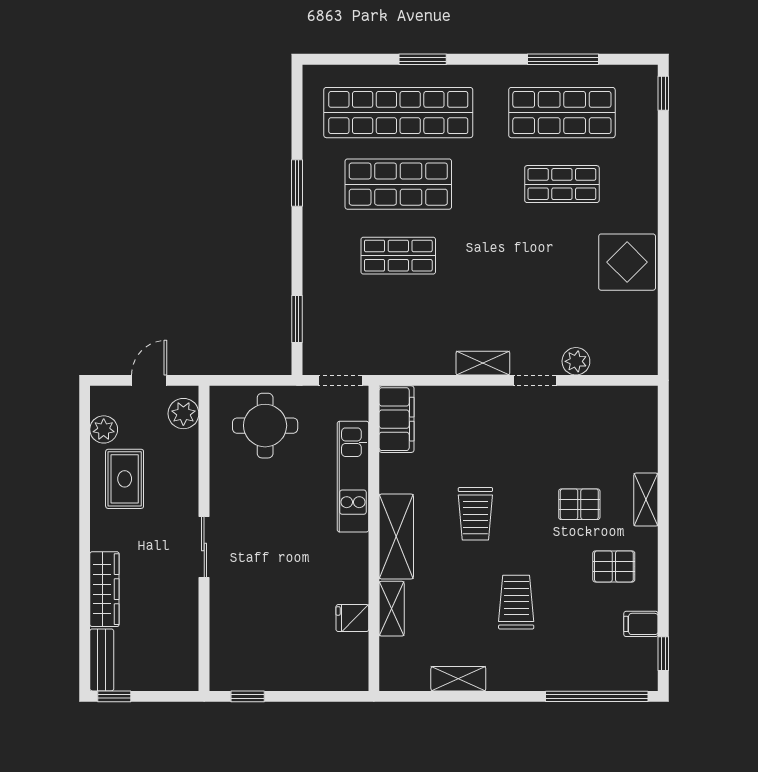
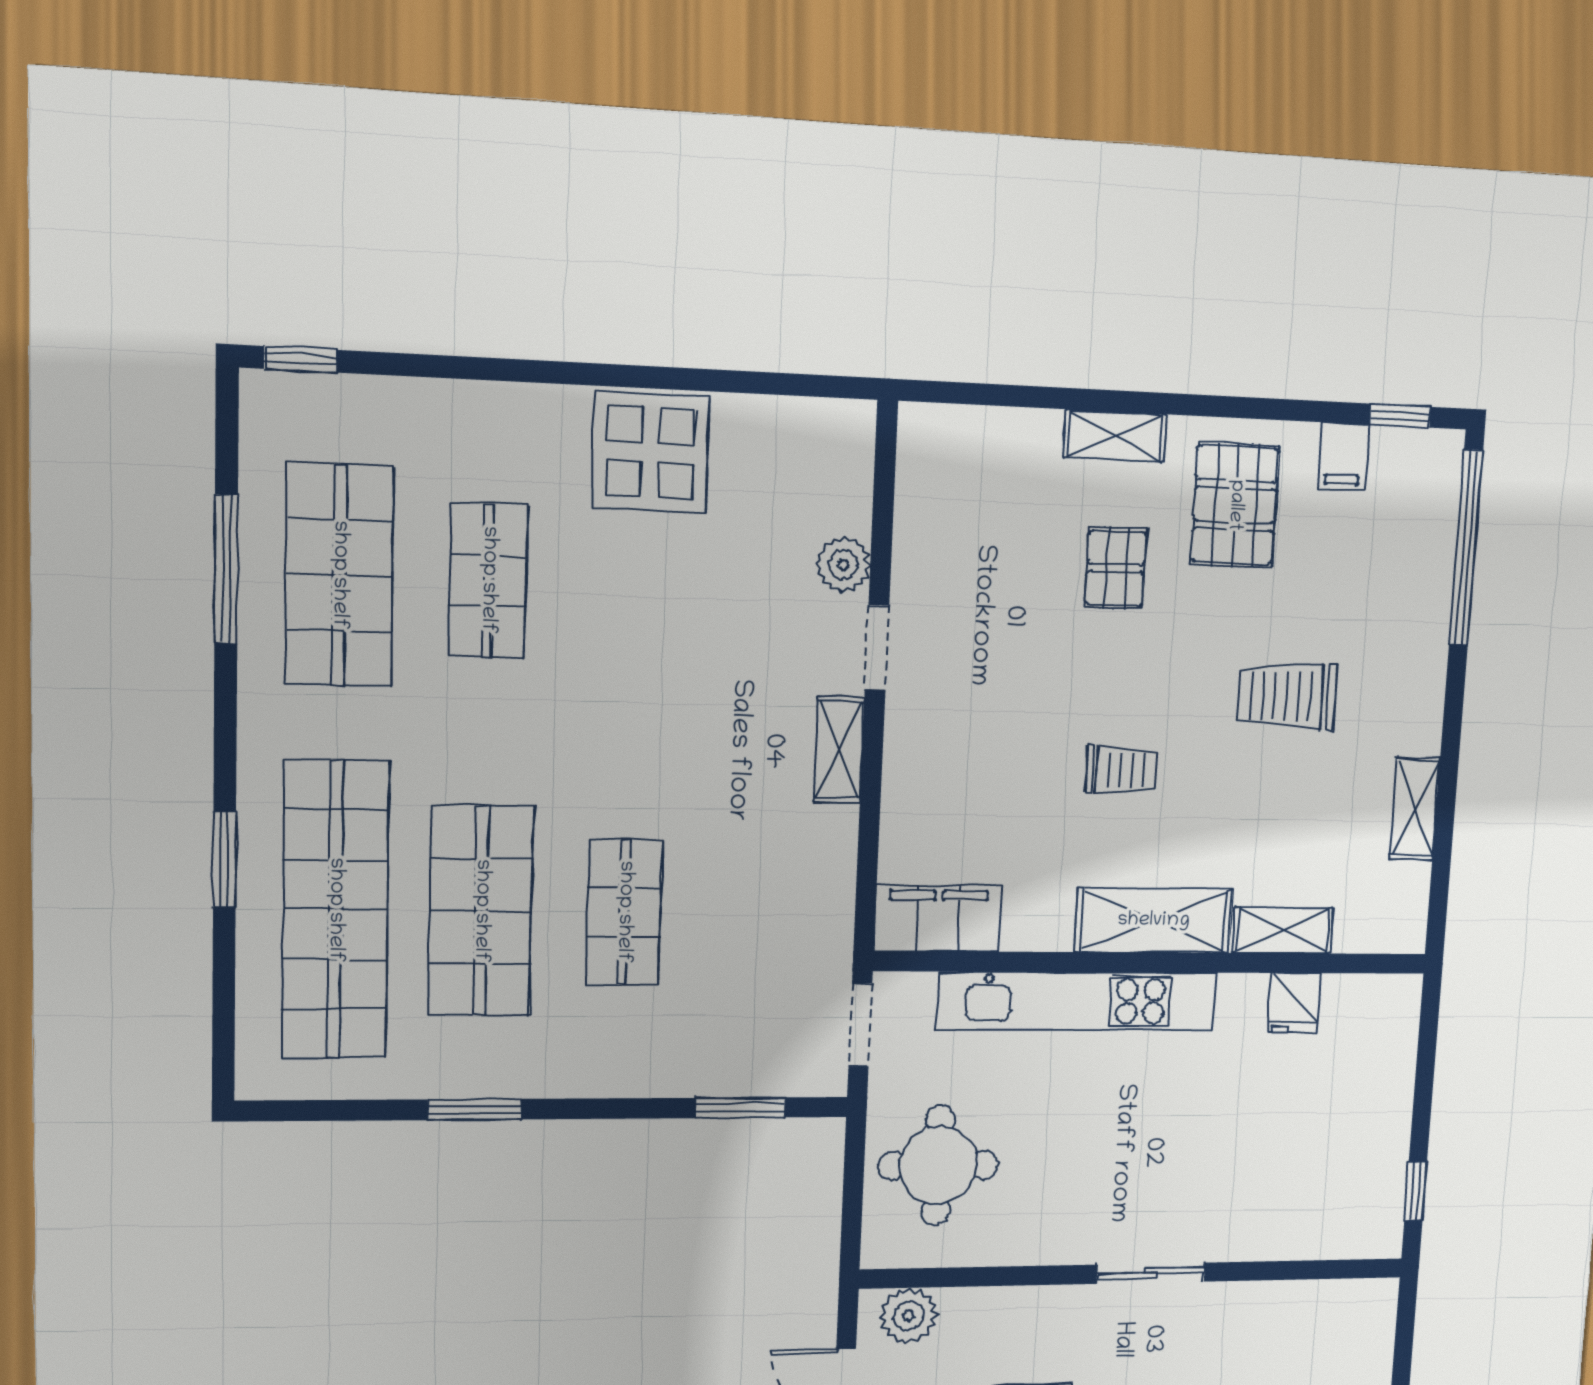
kitchen unit: (353, 477) -> (1077, 1001), width x1.36
trolley: (475, 514) -> (1122, 770), width x0.73, depth x0.72
pallet: (614, 566) -> (1235, 505), width x1.50, depth x1.42

